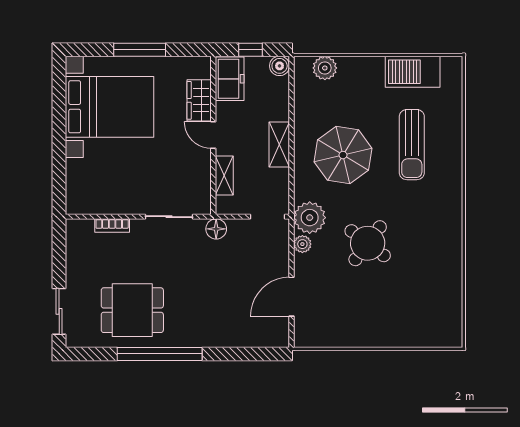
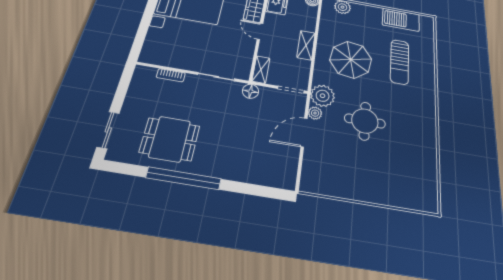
shelving: (224, 176) -> (261, 70), moved
round table: (368, 243) -> (365, 121), turned -37
door: (292, 297) -> (304, 132), moved

